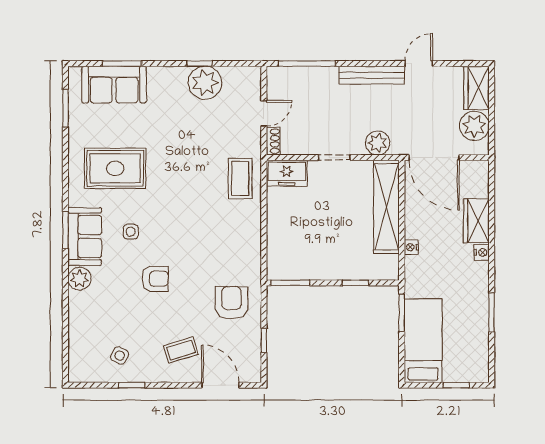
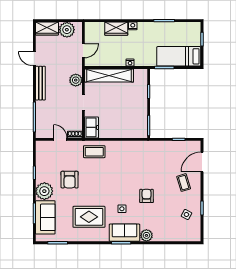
plant: (205, 83) -> (44, 191), moved
door: (434, 158) -> (83, 51), width x0.53
rug: (115, 168) -> (89, 217), turned 90
armchair: (232, 303) -> (70, 180), moved, turned -90

